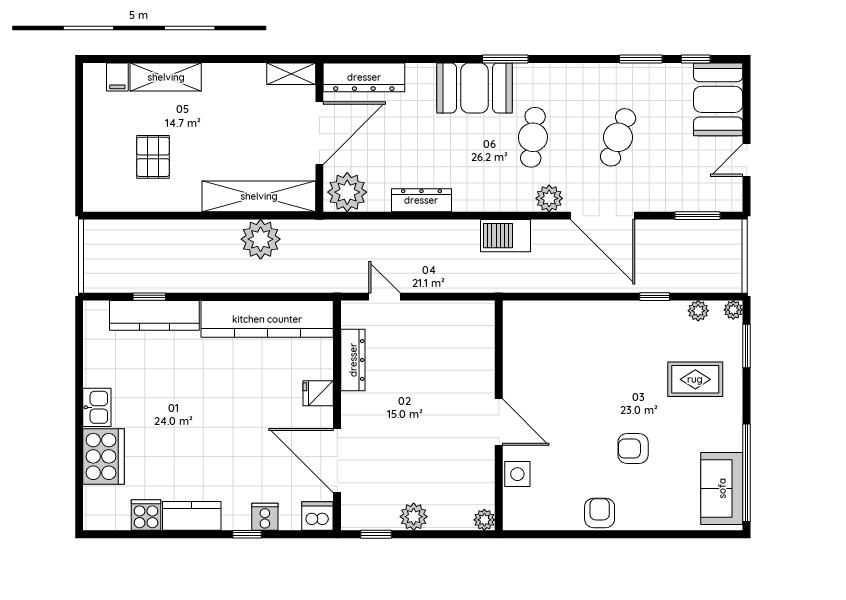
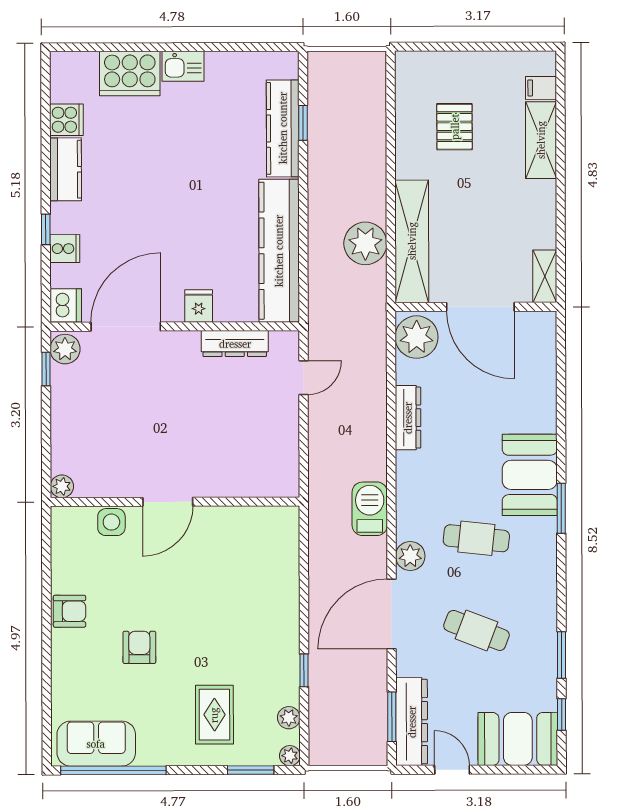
dresser: (364, 77) -> (412, 722), moved, turned 180
pallet: (153, 157) -> (455, 127), turned 90
plant: (414, 517) -> (65, 349), moved

